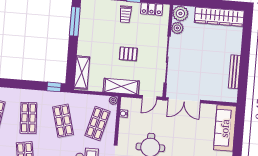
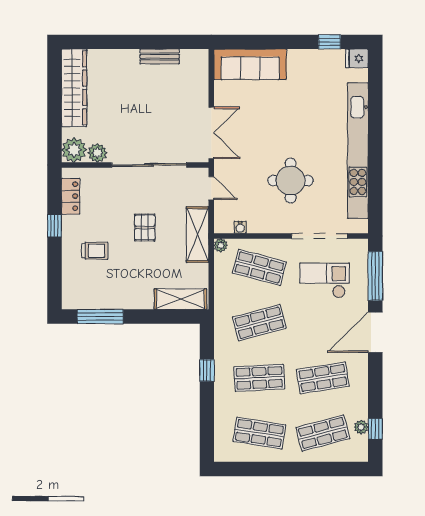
trolley: (125, 14) -> (95, 251), moved
bench: (235, 72) -> (160, 56), width x0.73
window: (54, 87) -> (207, 370), moved

